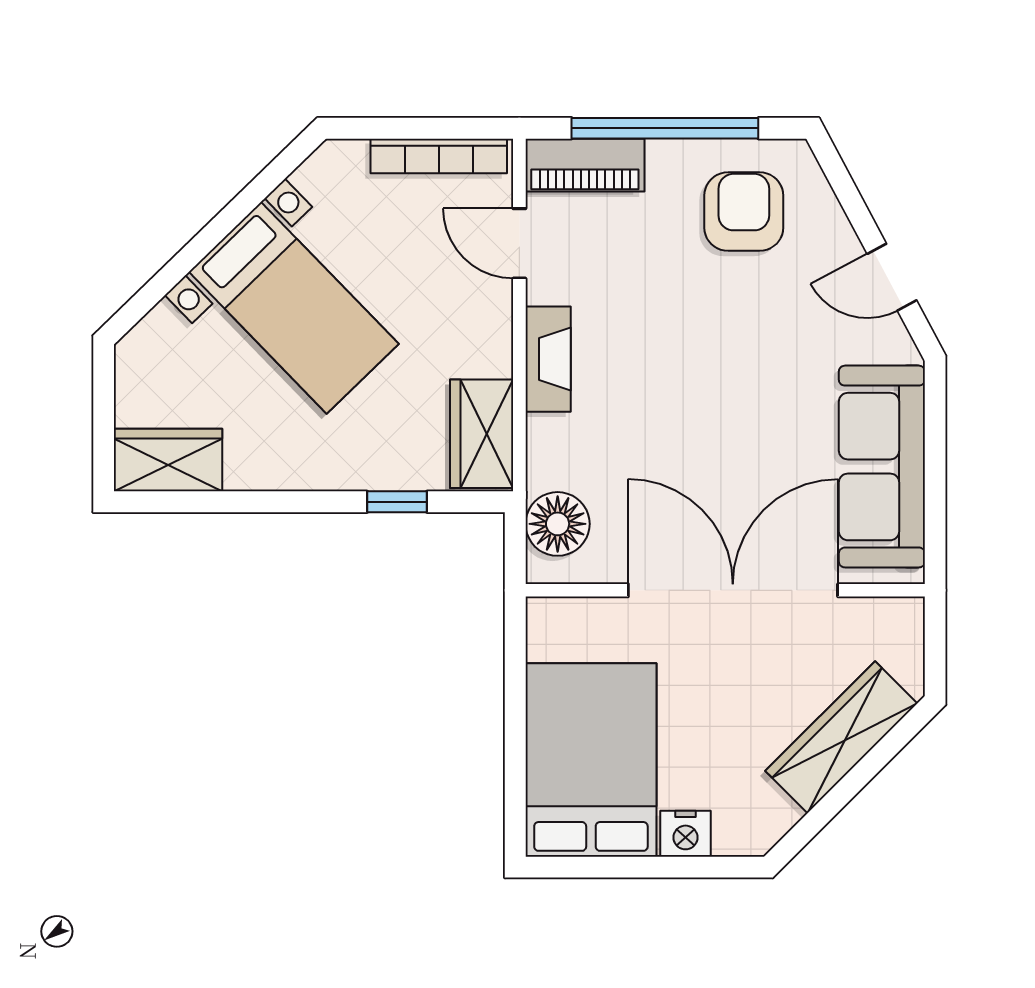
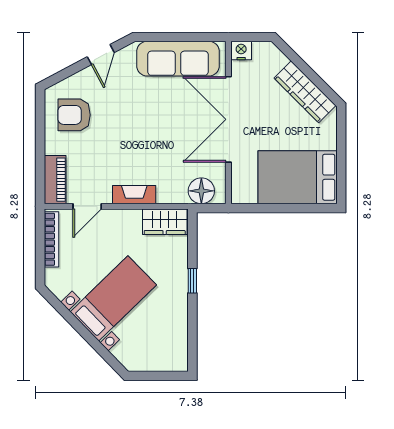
window: (665, 128) -> (40, 147), removed
wardrobe: (168, 460) -> (175, 350), removed
window: (397, 502) -> (192, 281), moved
wardrobe: (841, 737) -> (305, 92), moved
nightstand: (686, 834) -> (241, 51), moved, turned -90

